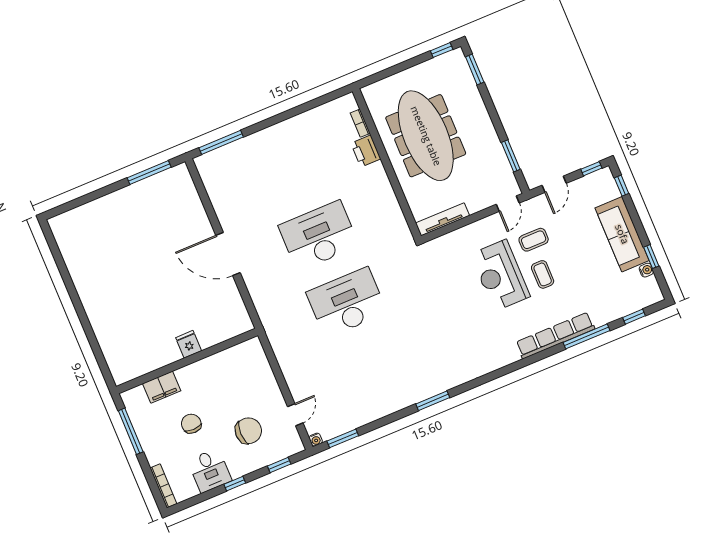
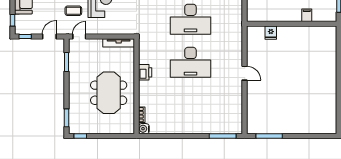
water cooler: (348, 103) -> (144, 129), added
meeting table: (426, 136) -> (109, 93), width x0.73
printer: (366, 151) -> (145, 72), moved
door: (228, 254) -> (245, 73), width x0.53
fridge: (189, 344) -> (271, 33), moved
filing cabinet: (162, 387) -> (307, 15), width x0.50

